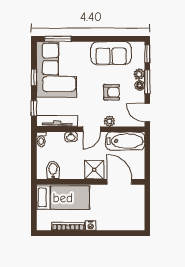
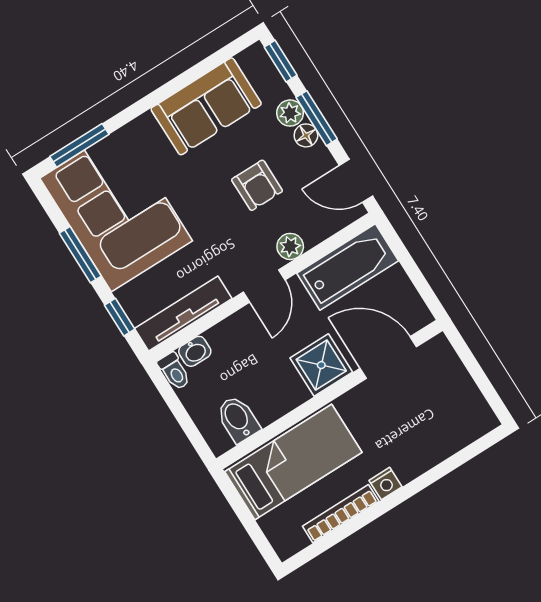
window: (34, 77) -> (80, 255), width x1.50
armchair: (111, 92) -> (257, 185), turned 90
washbasin: (71, 137) -> (195, 351), moved

